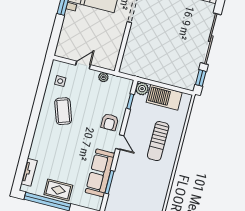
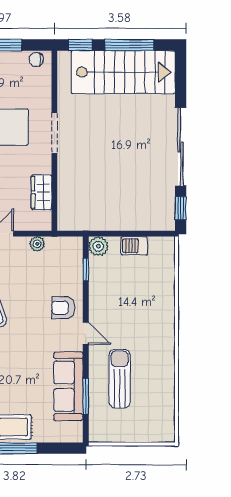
wardrobe: (115, 45) -> (42, 192), added
barbecue: (164, 97) -> (134, 246), width x0.53, depth x0.65
armchair: (110, 122) -> (63, 308), turned 90
sun lounger: (158, 141) -> (119, 379), moved, turned 180

